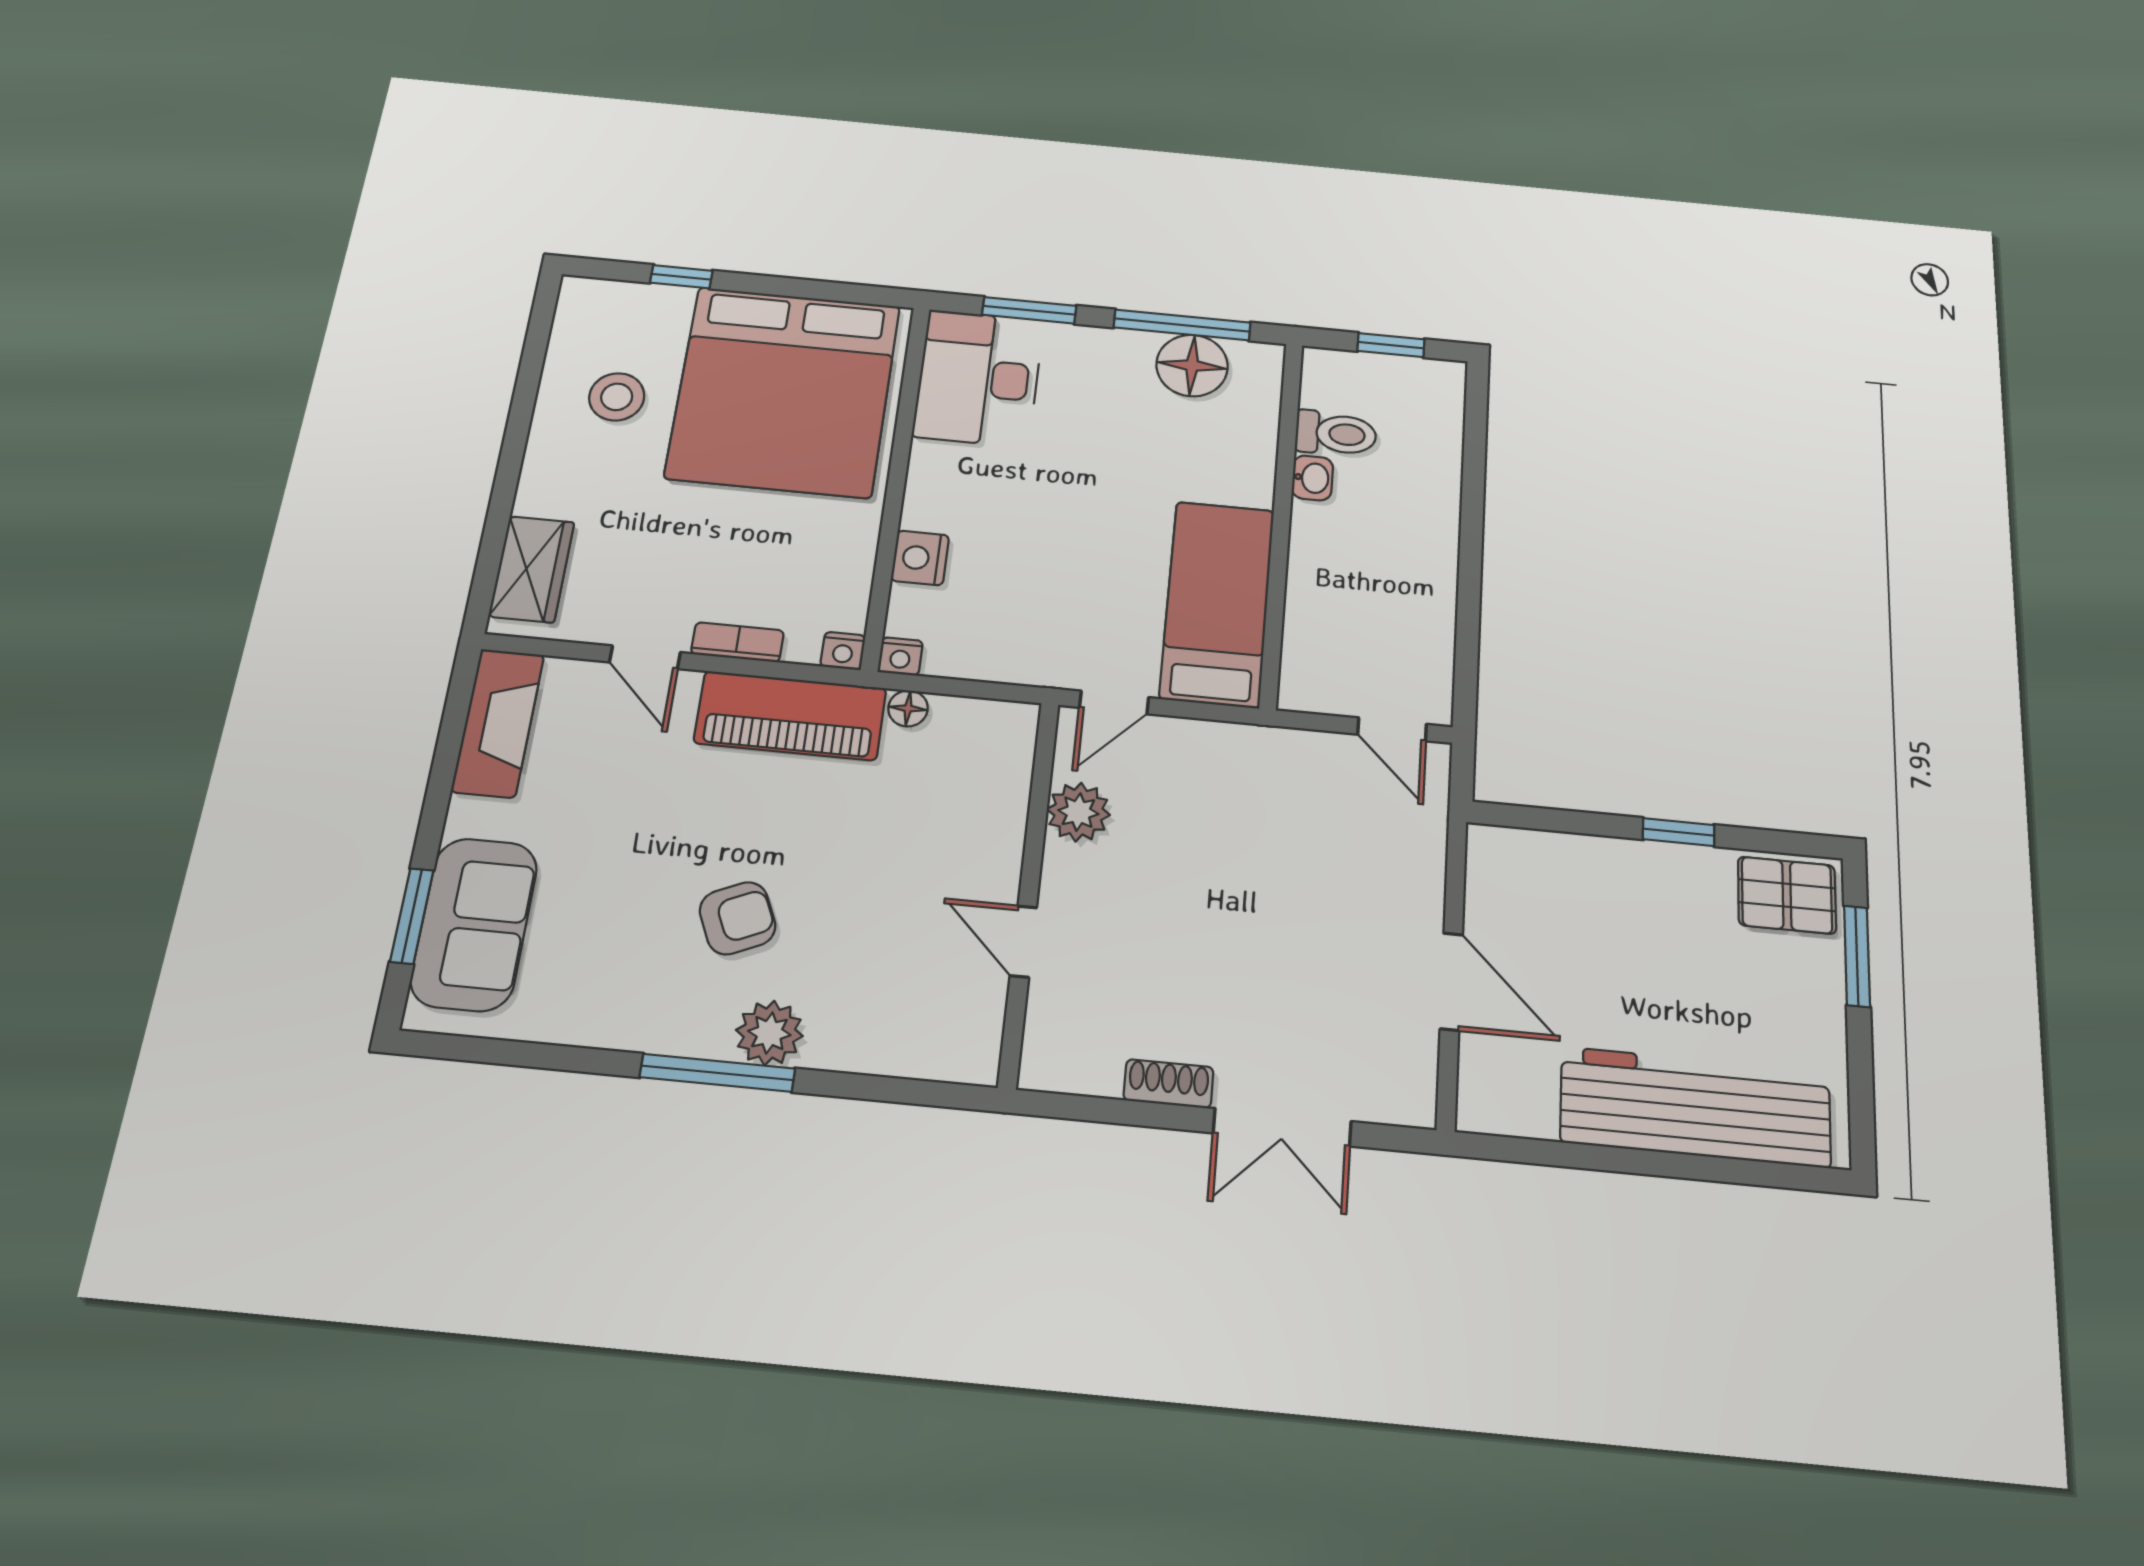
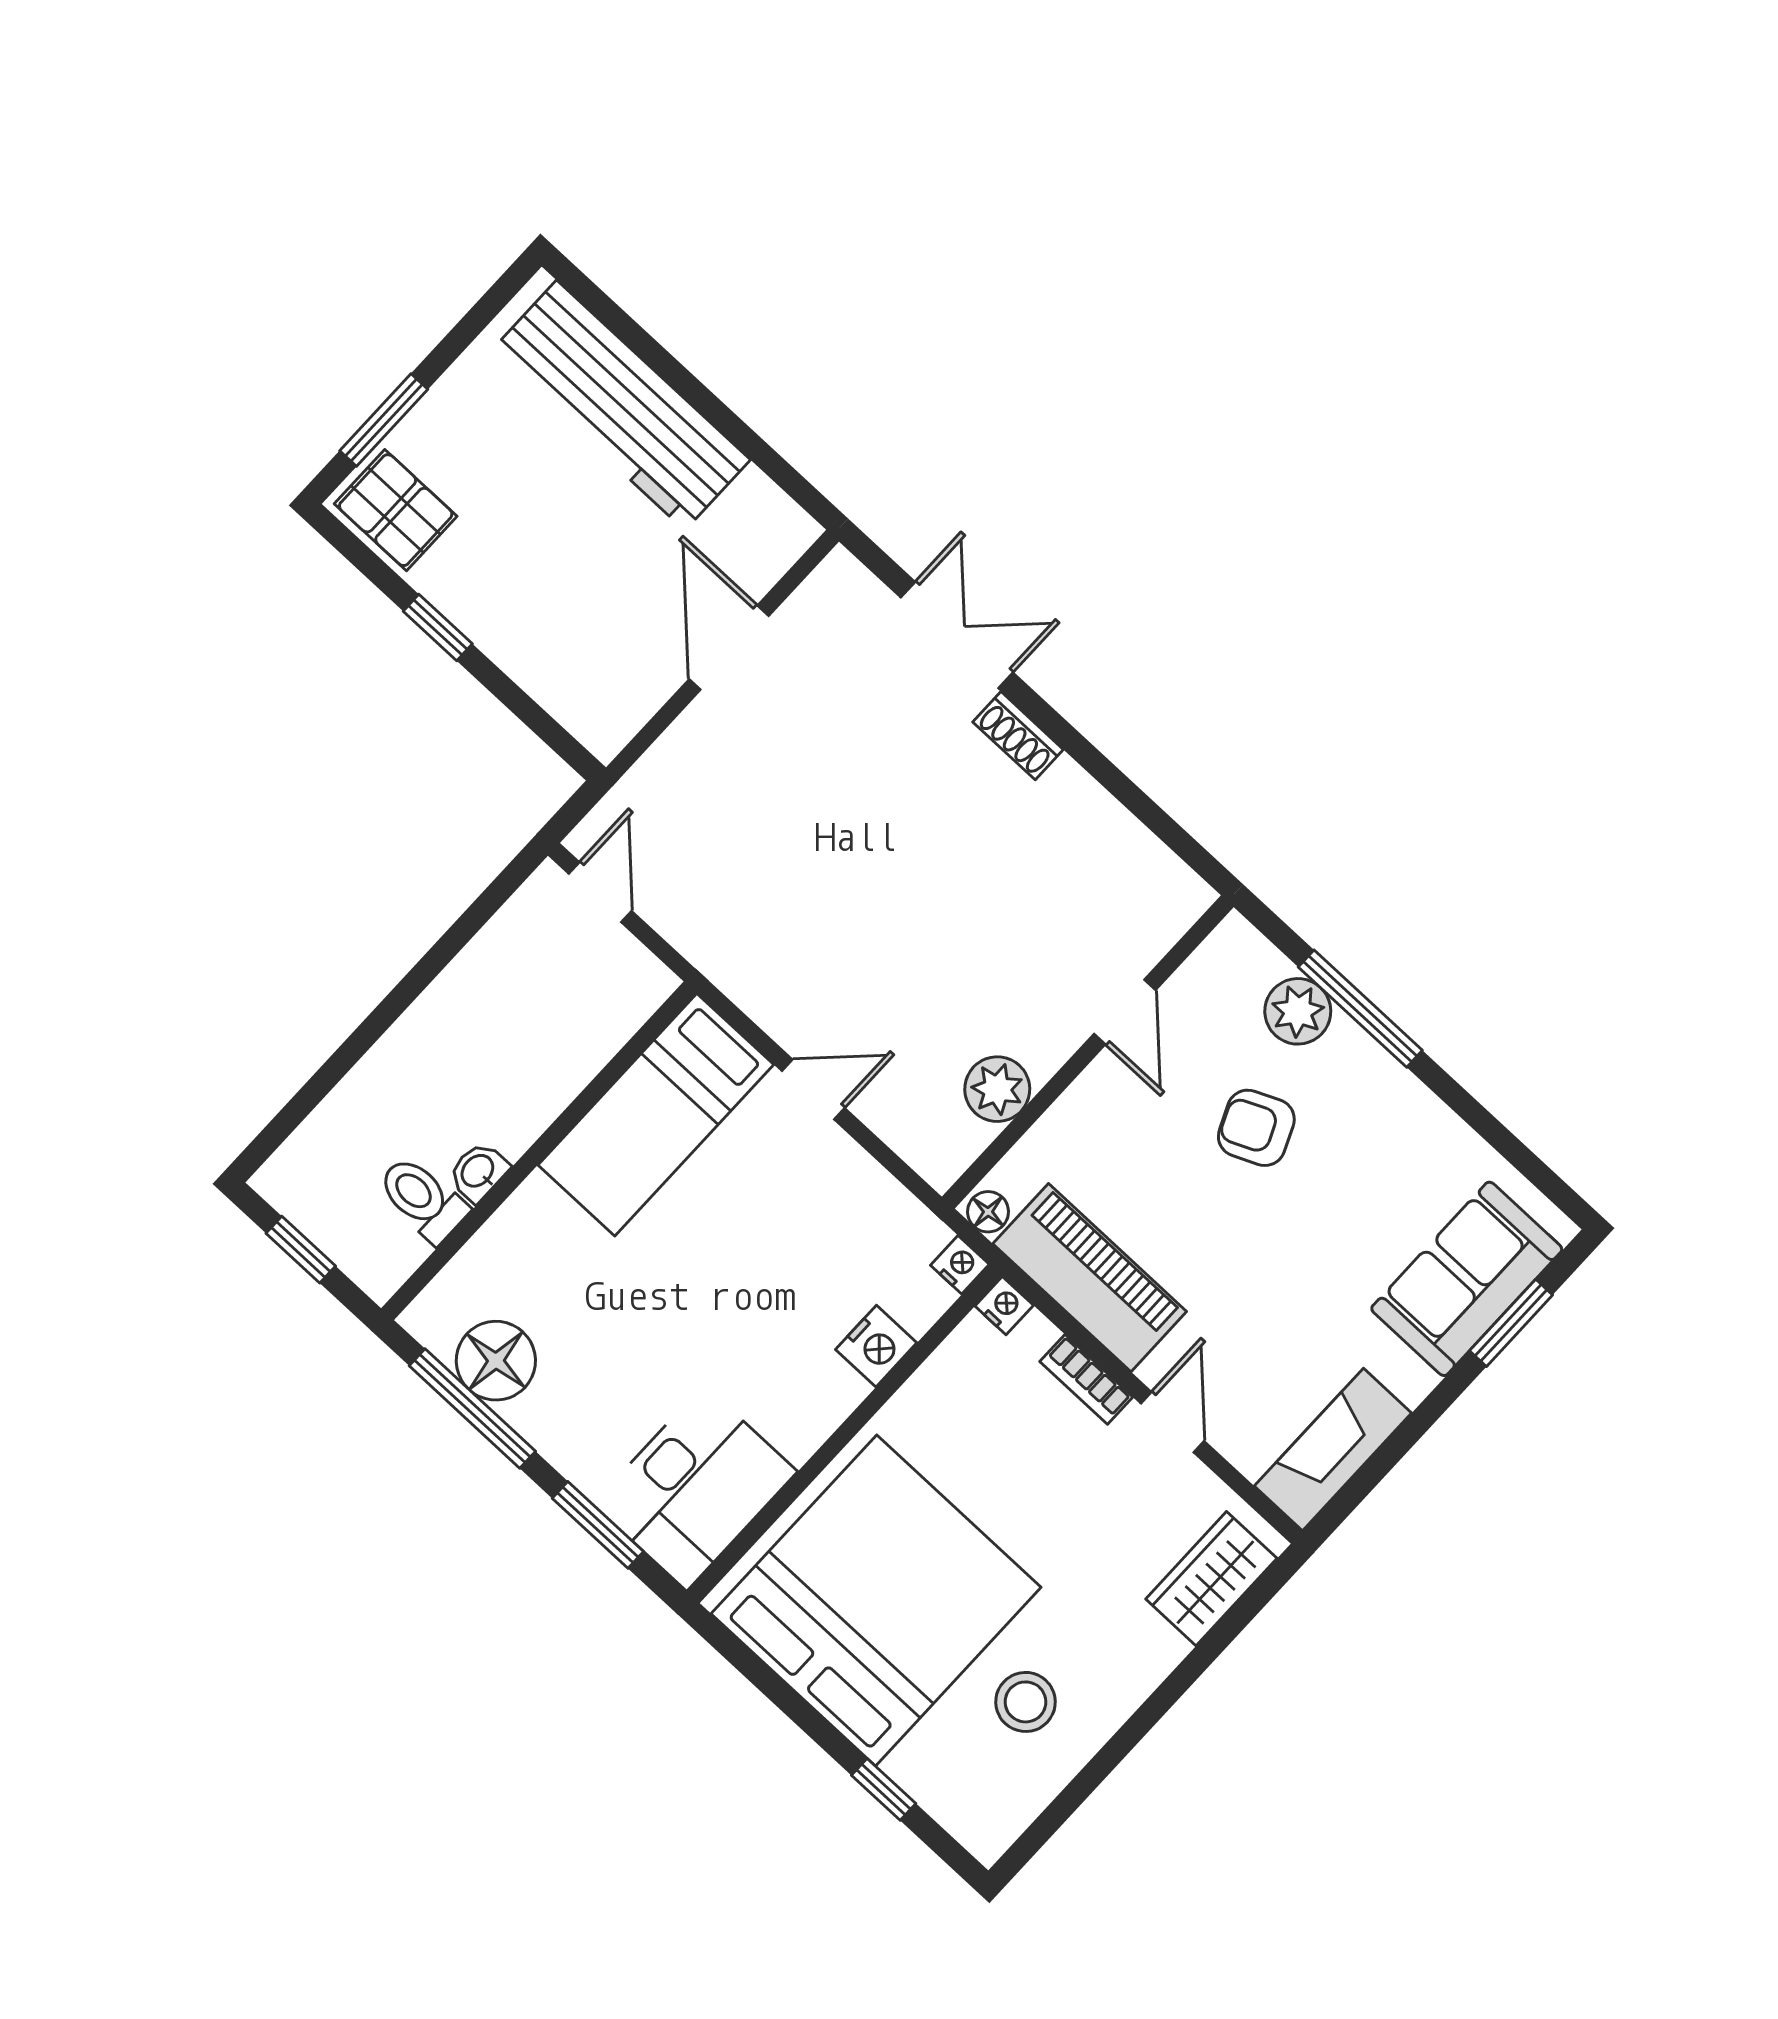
plant: (1078, 812) -> (997, 1089), moved
wall: (1029, 890) -> (1088, 1052), moved
door: (1023, 942) -> (1125, 1012), moved

